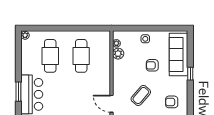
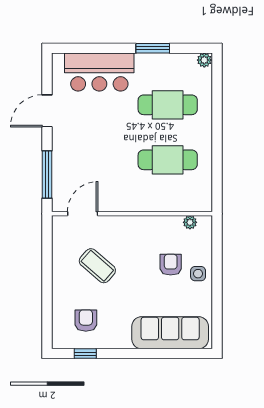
plant: (118, 54) -> (172, 225), removed
armchair: (152, 65) -> (171, 265), moved
window: (190, 74) -> (85, 354), moved
window: (18, 92) -> (153, 48), moved

